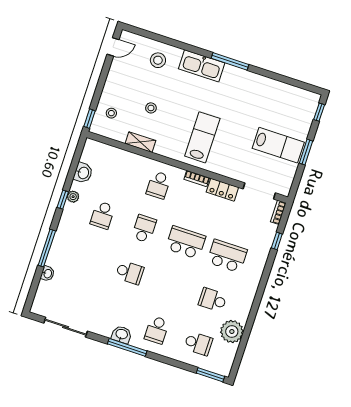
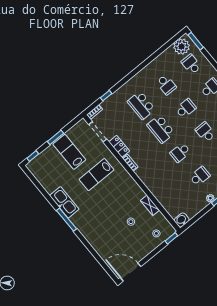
door: (113, 47) -> (131, 272), width x1.87
stool: (158, 60) -> (109, 247), removed
kitchen sink: (202, 66) -> (64, 202), moved
lab bench: (202, 137) -> (96, 175), moved
washbasin: (83, 173) -> (182, 220), moved
school desk: (158, 185) -> (186, 108), moved
plant: (232, 332) -> (182, 47), moved

